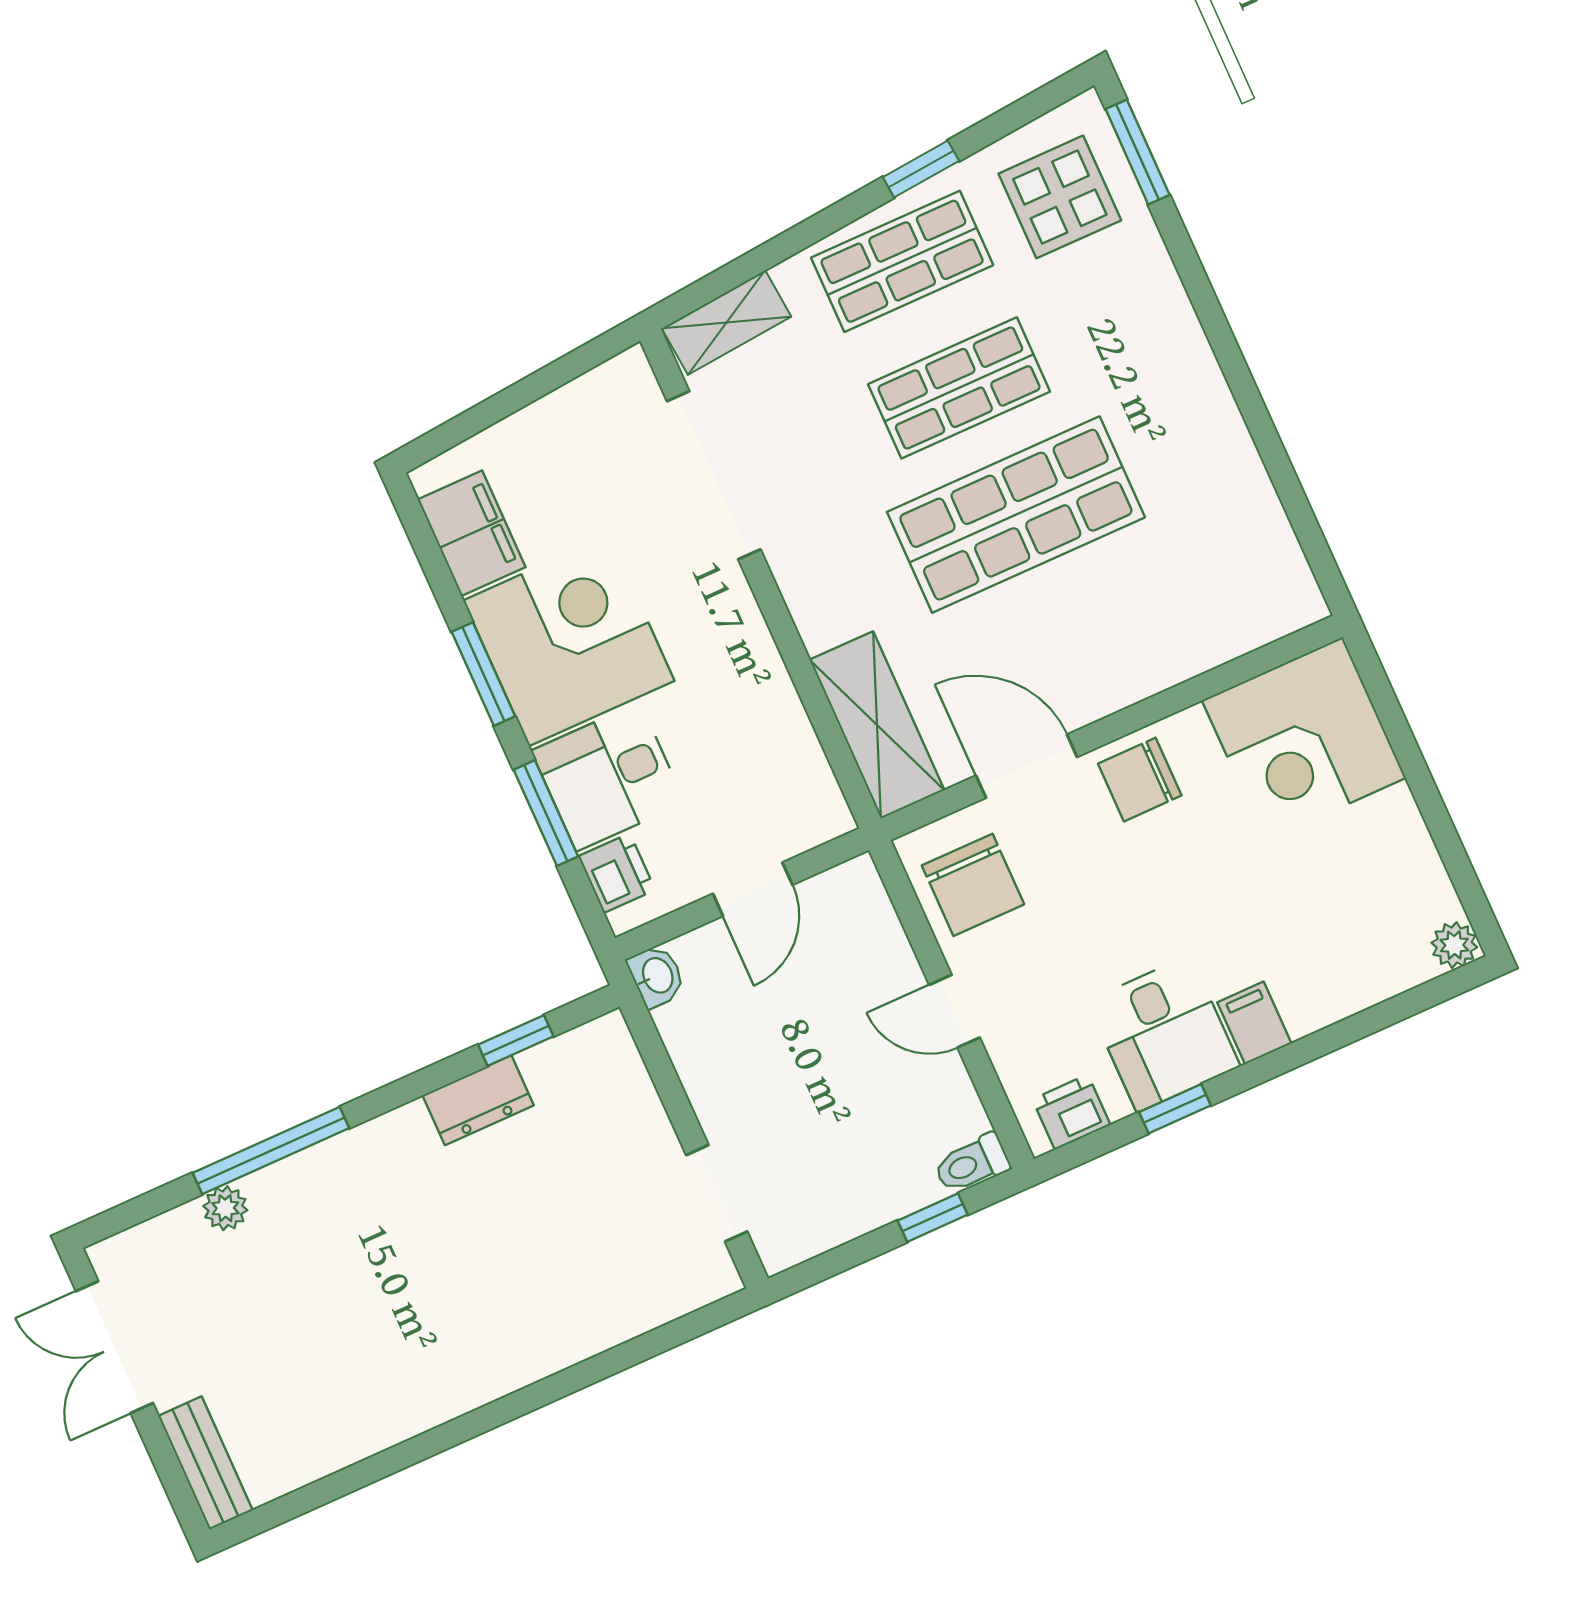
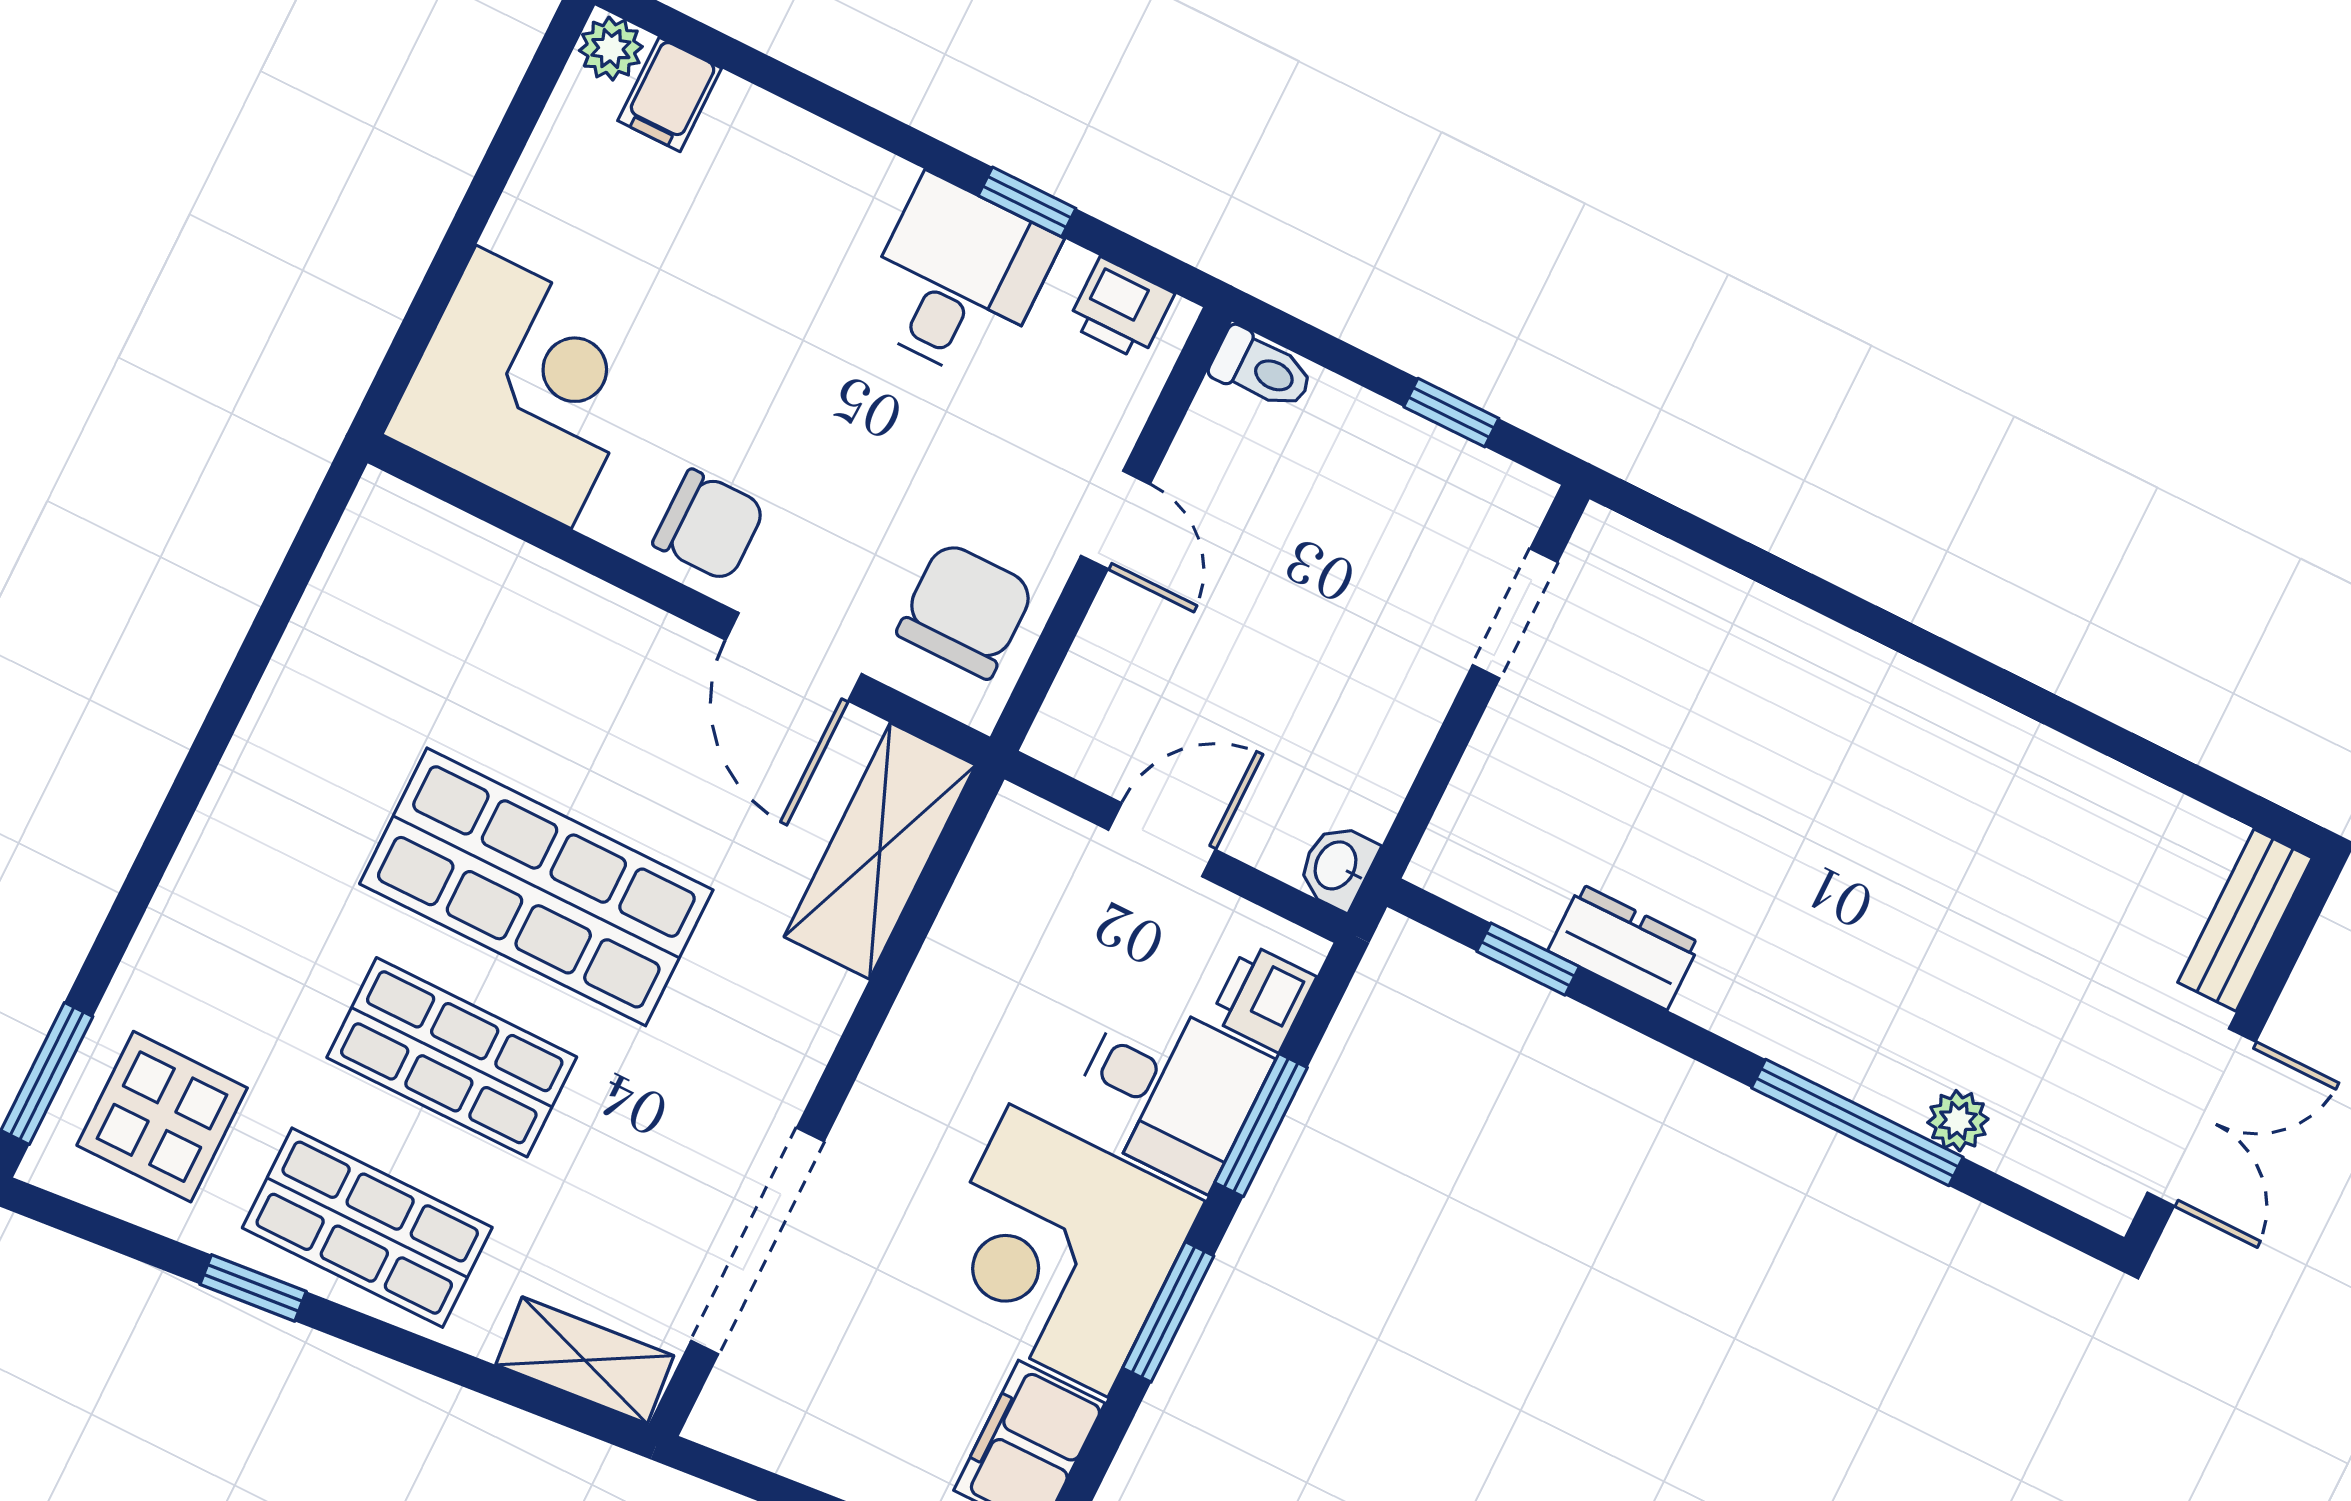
filing cabinet: (1254, 1023) -> (670, 94), moved
window: (933, 1218) -> (1451, 413), moved

